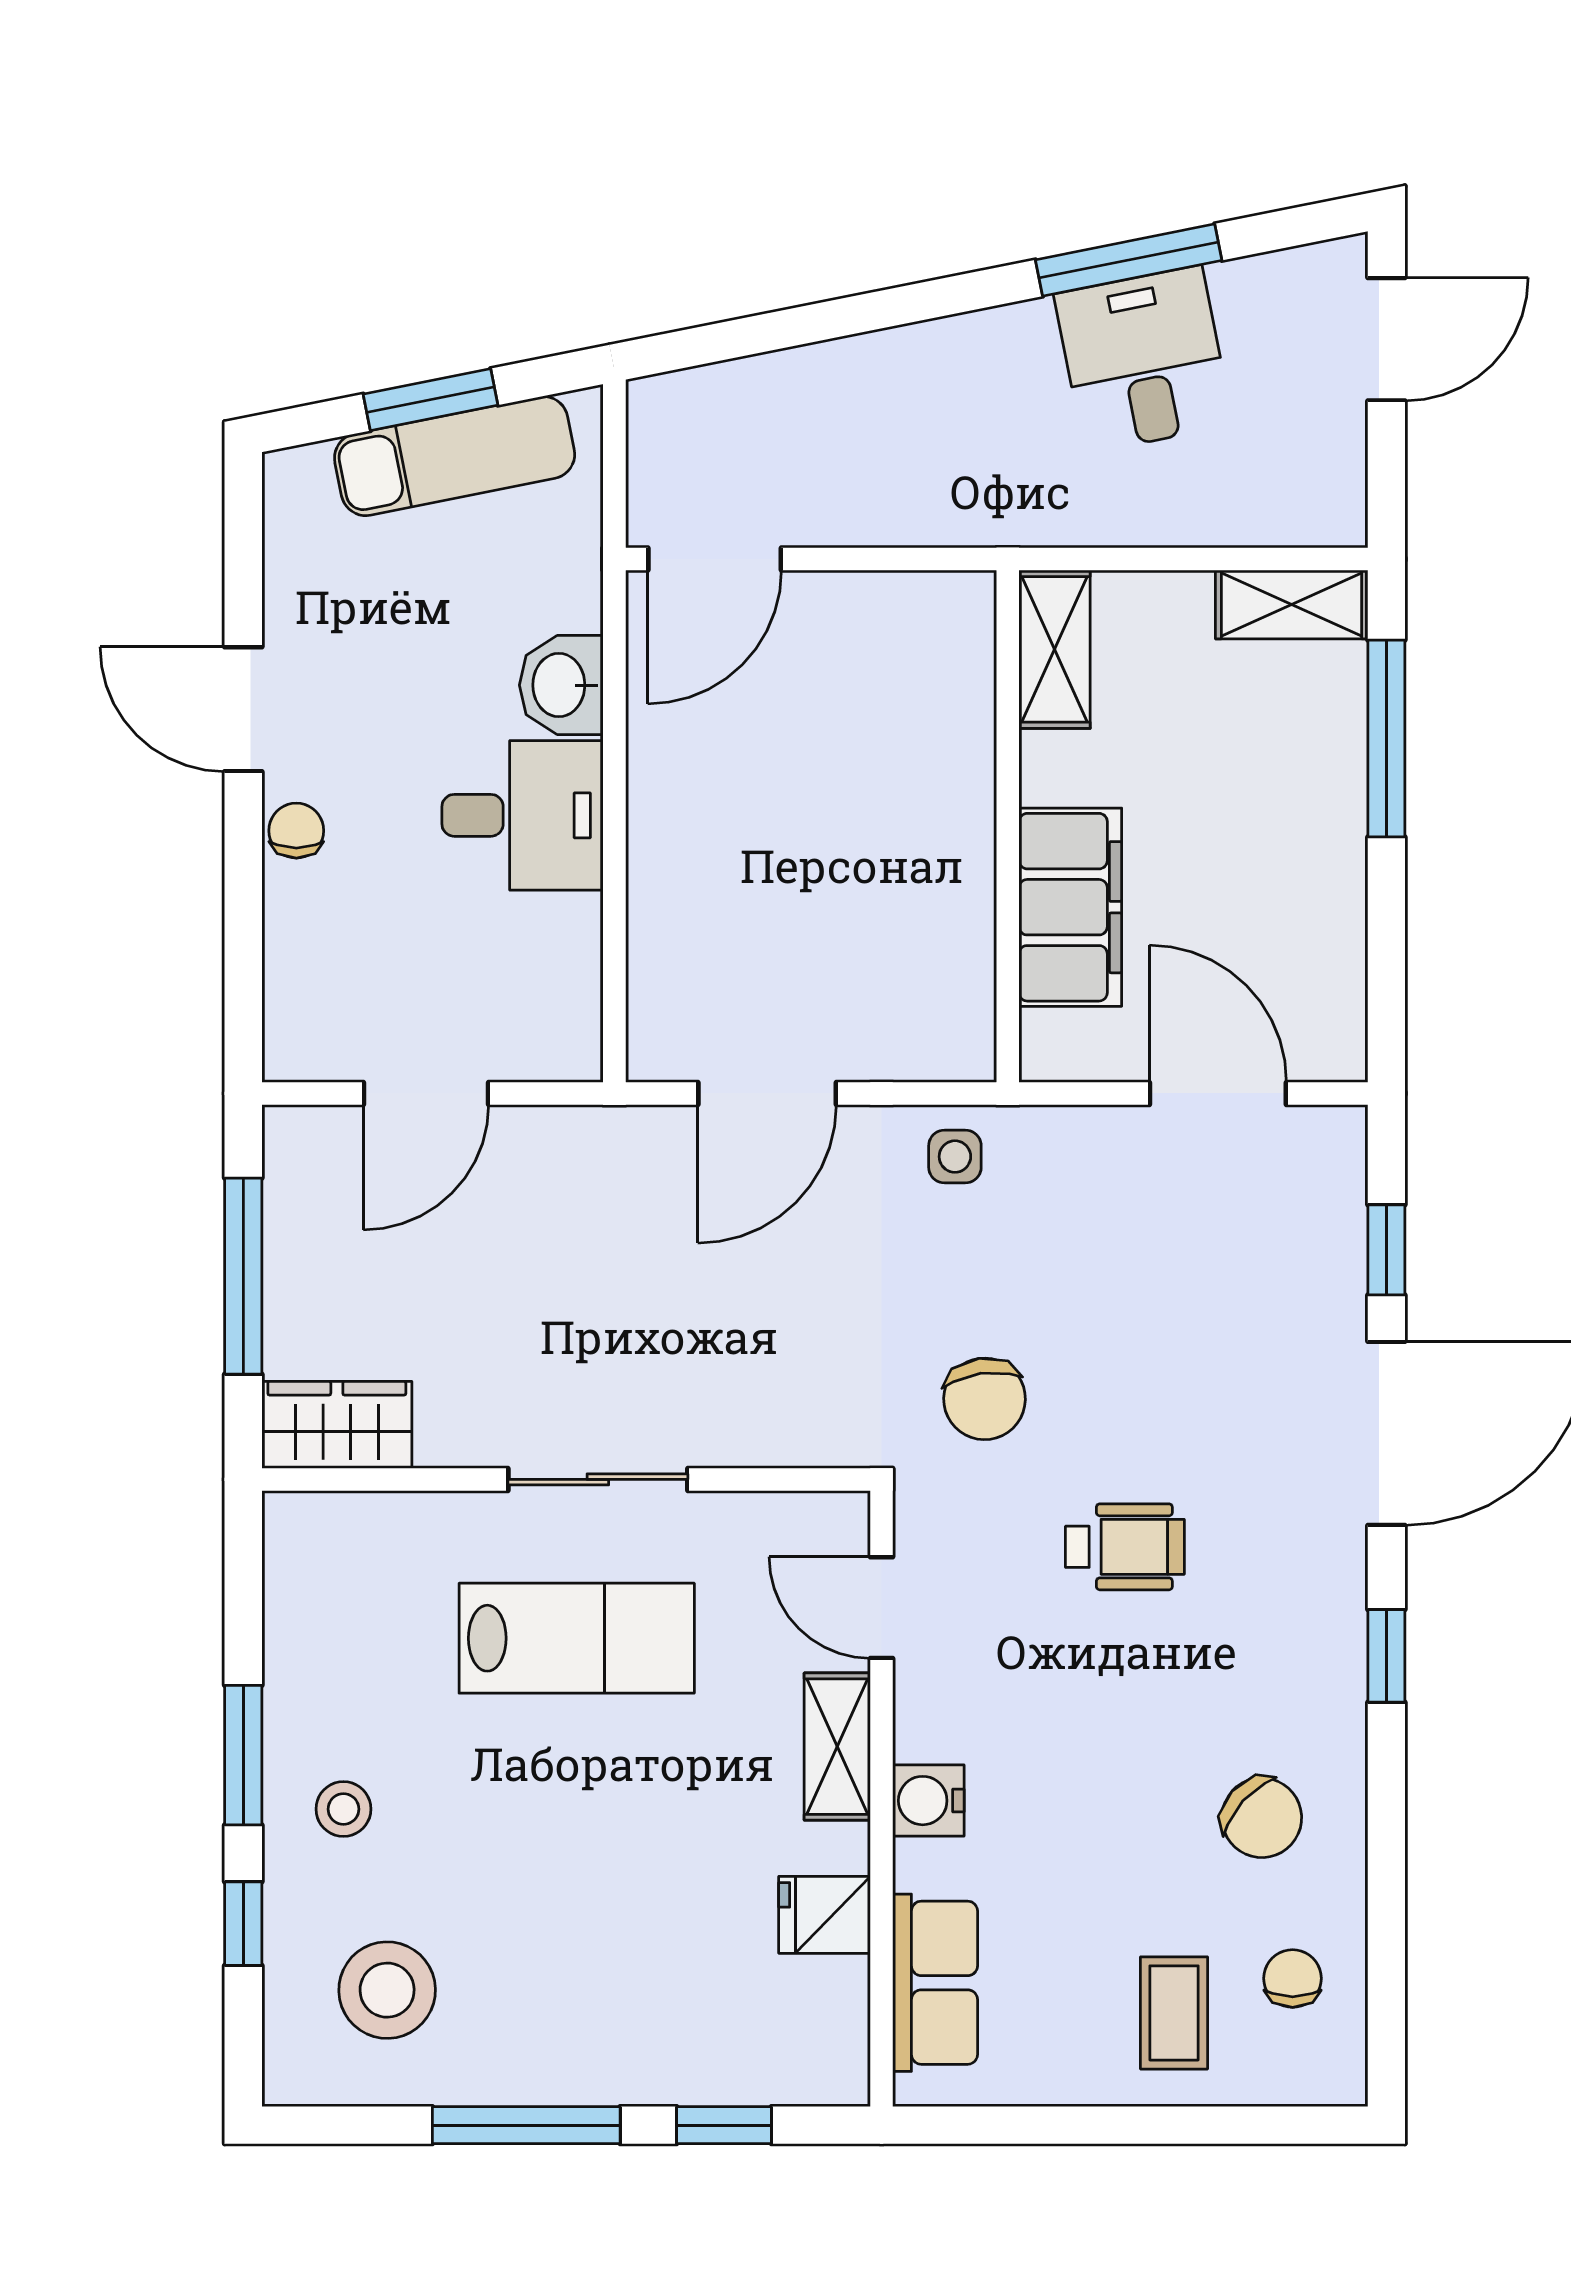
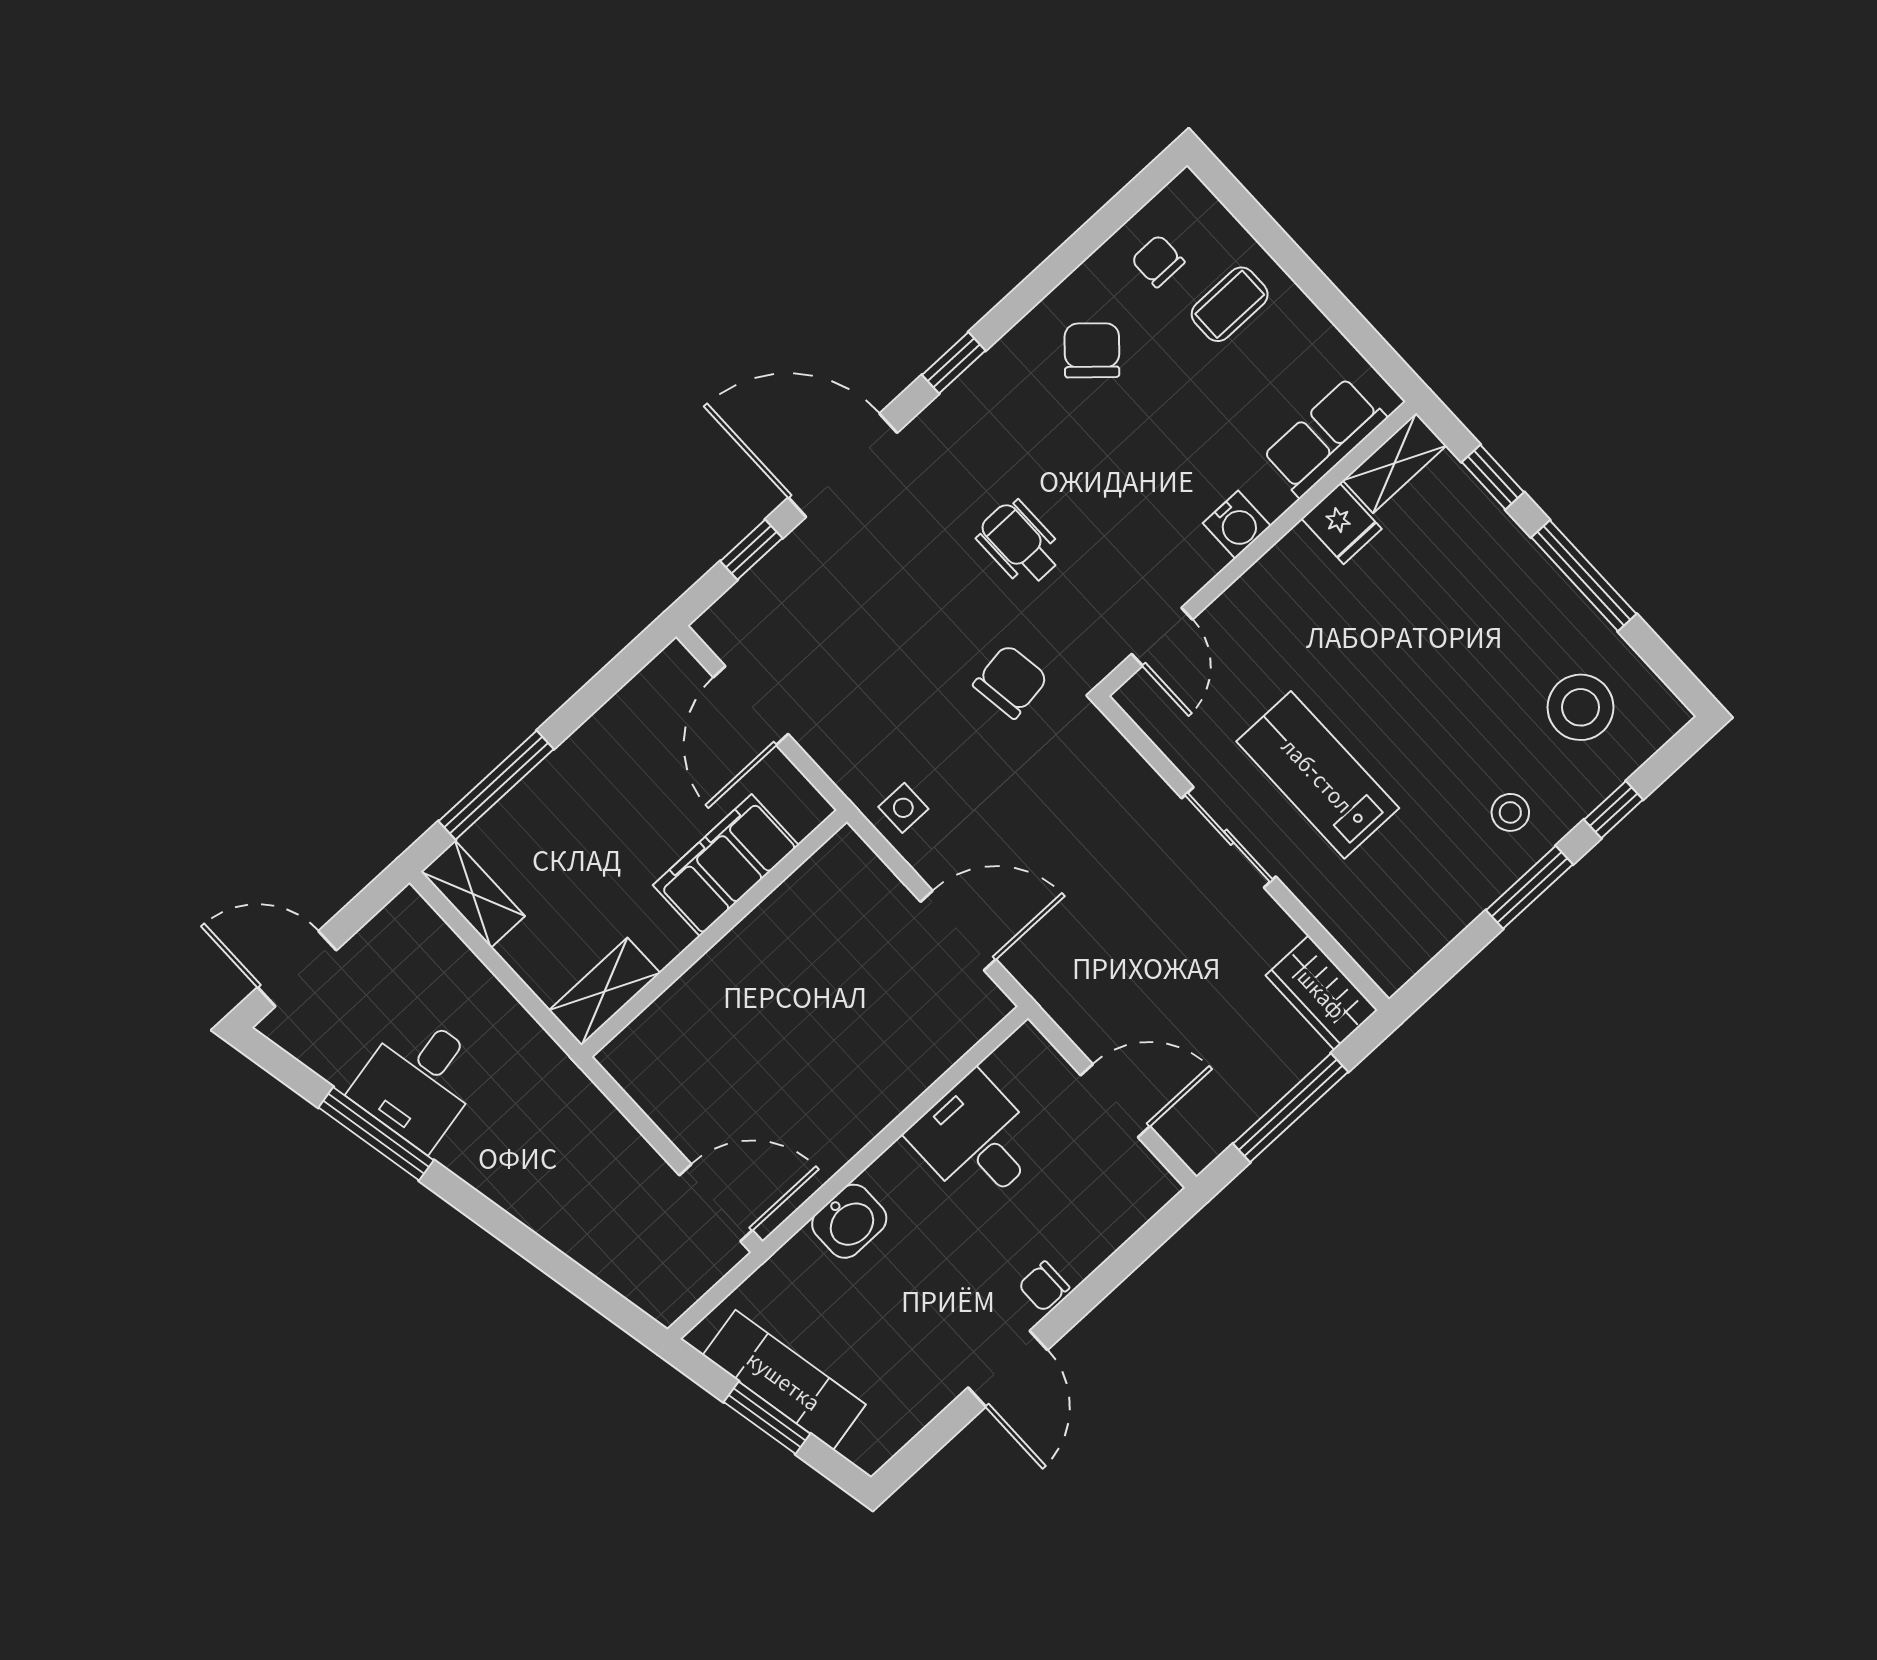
desk: (523, 815) -> (976, 1140), moved
shelving: (837, 1747) -> (1395, 463), moved
chair: (1293, 1978) -> (1158, 261), turned 90

